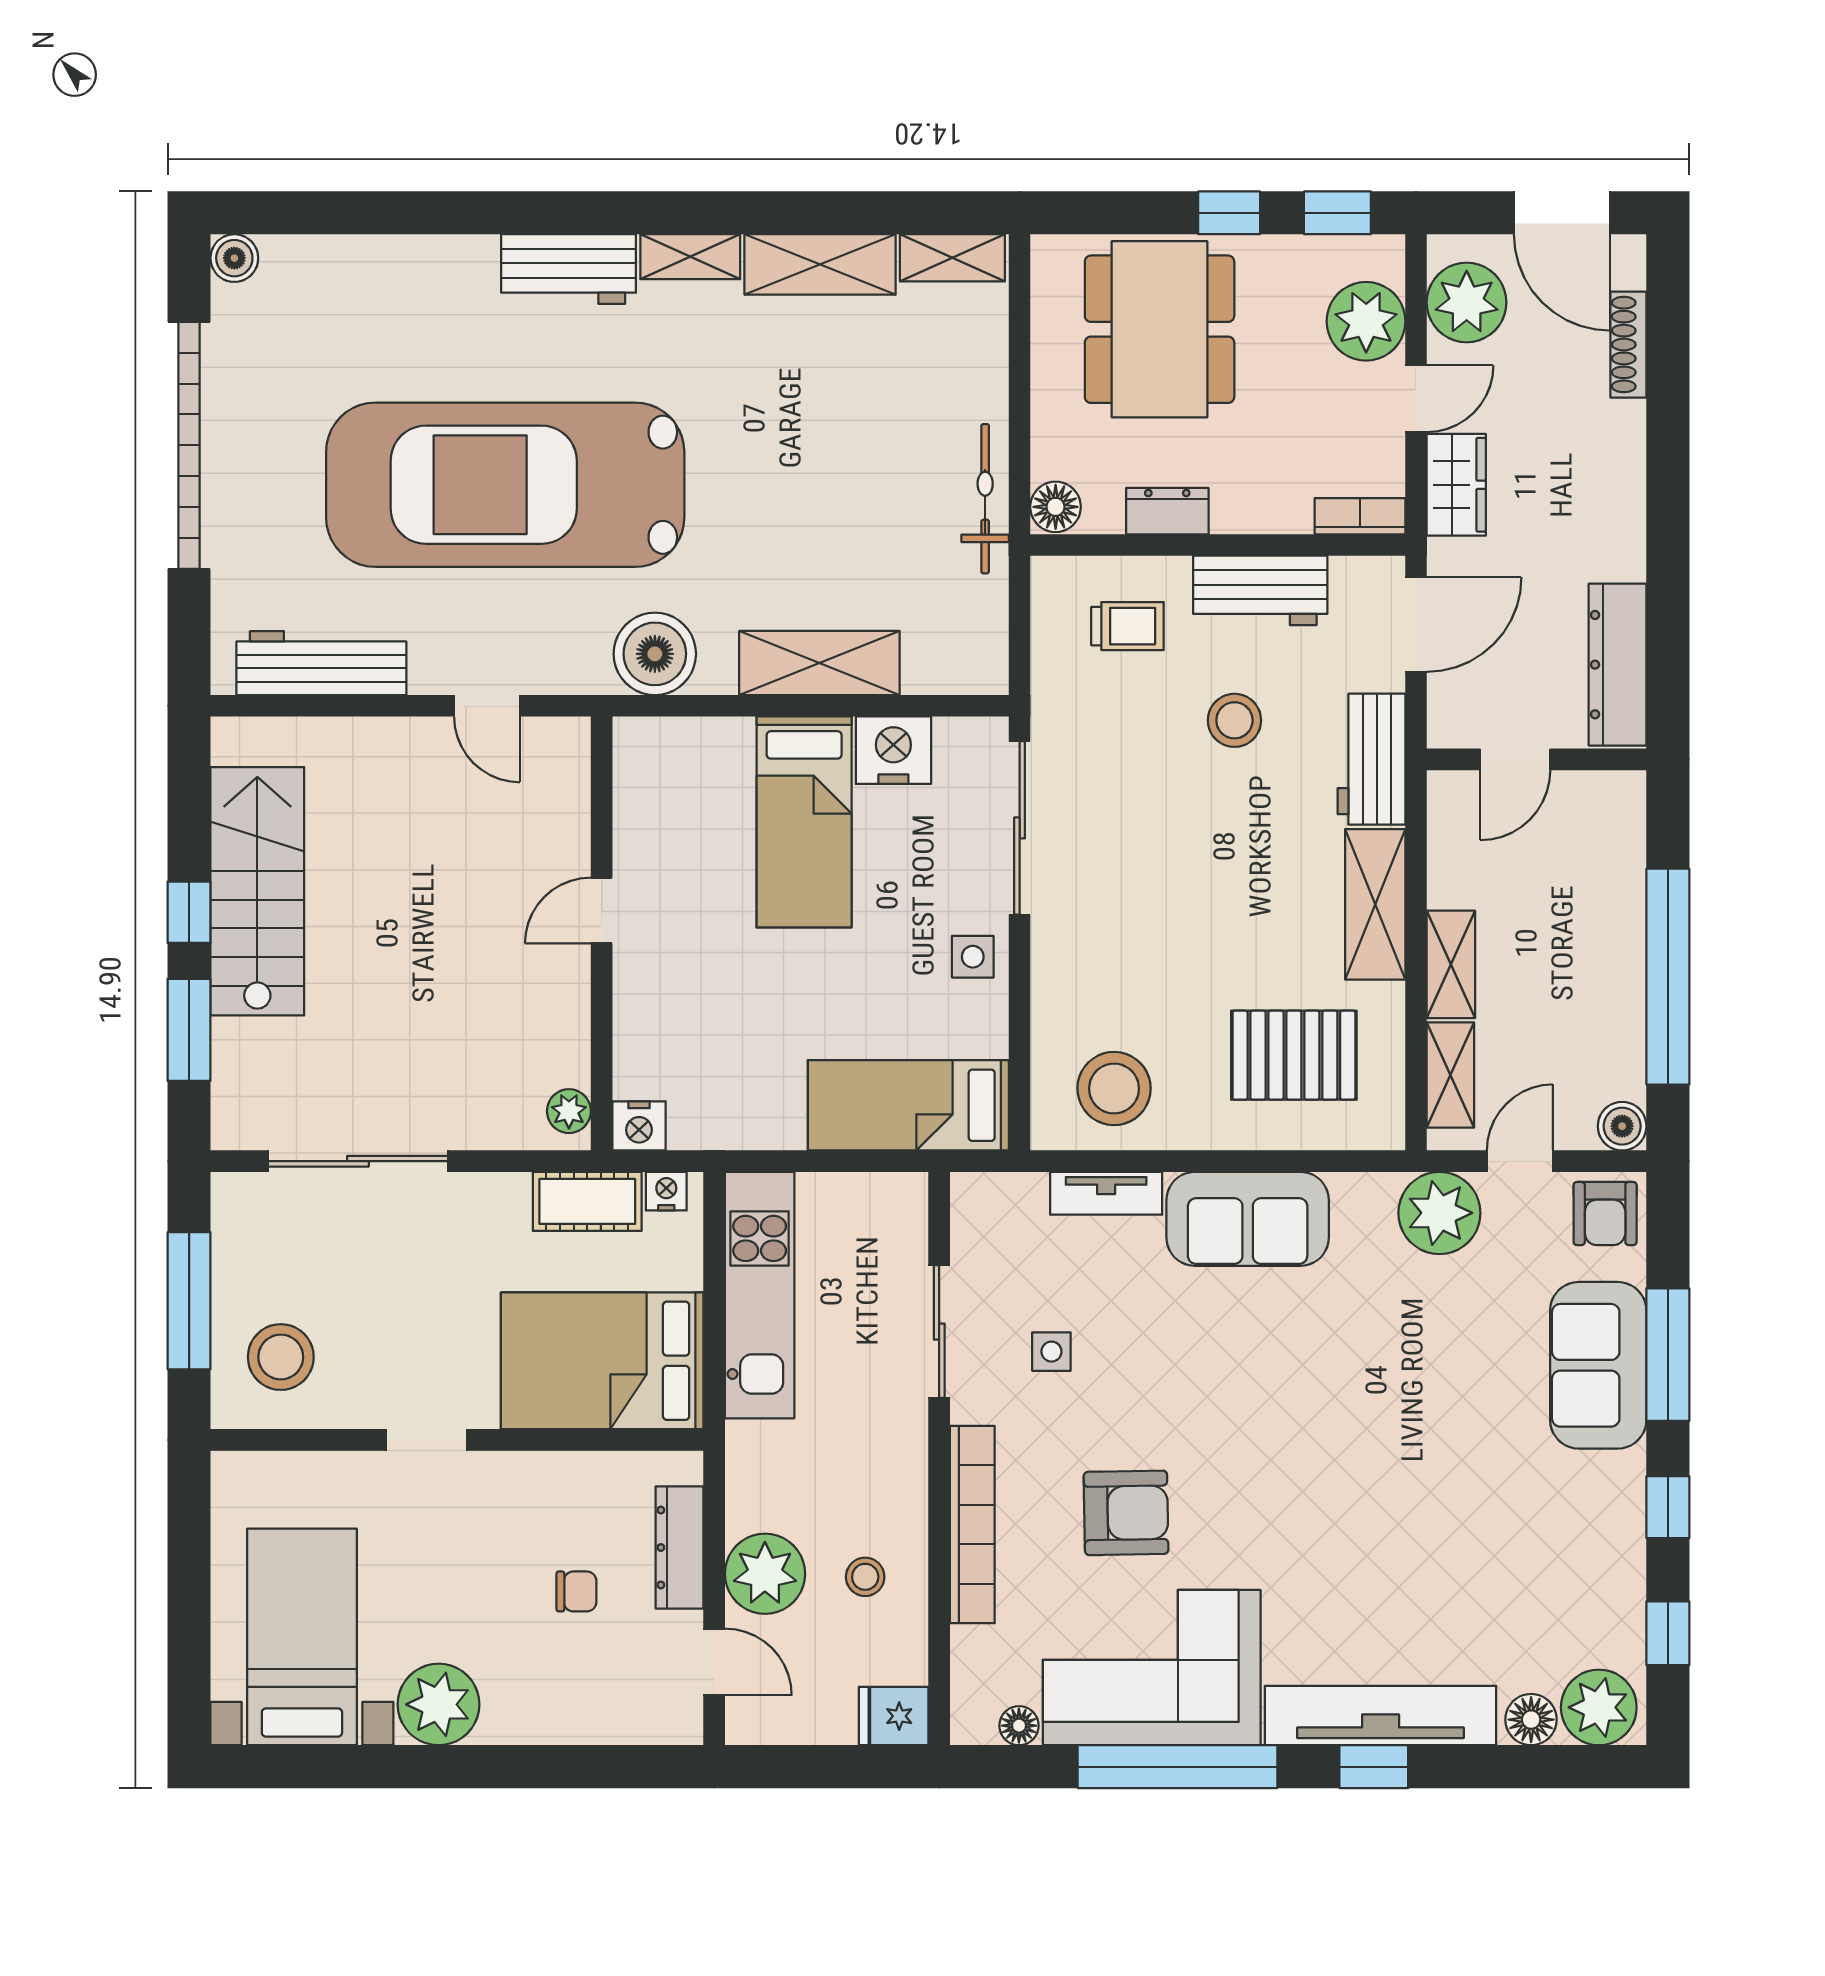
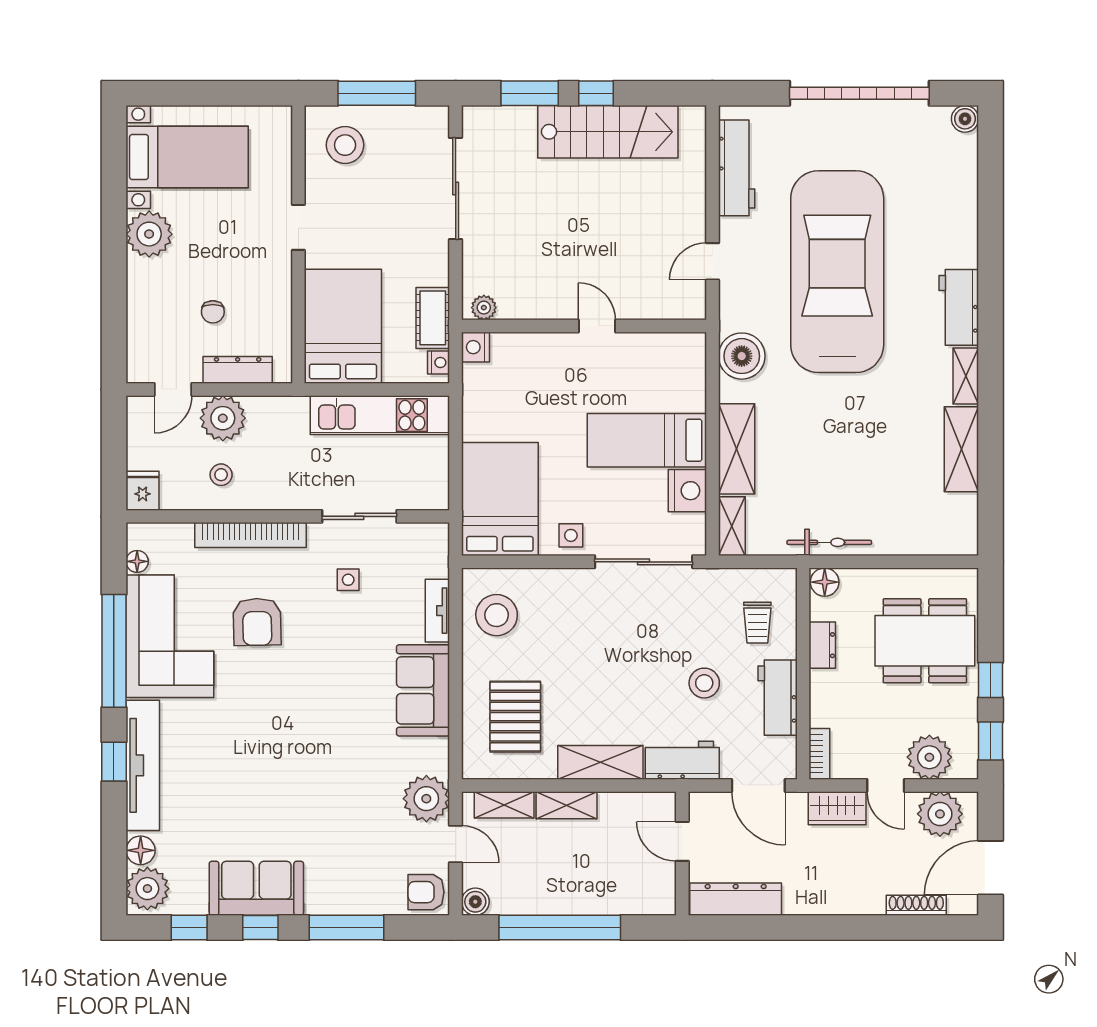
shelving: (952, 258) -> (732, 526), moved
bed: (908, 1105) -> (500, 499), width x1.50
sofa: (1598, 1365) -> (256, 888), moved

